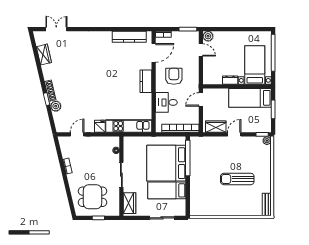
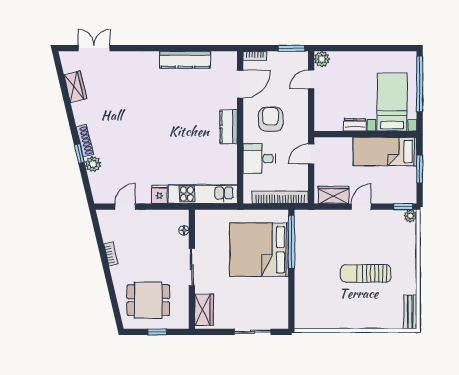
kitchen counter: (129, 37) -> (185, 60), moved
door: (201, 50) -> (311, 80), swing flipped
bed: (167, 190) -> (260, 291), removed

